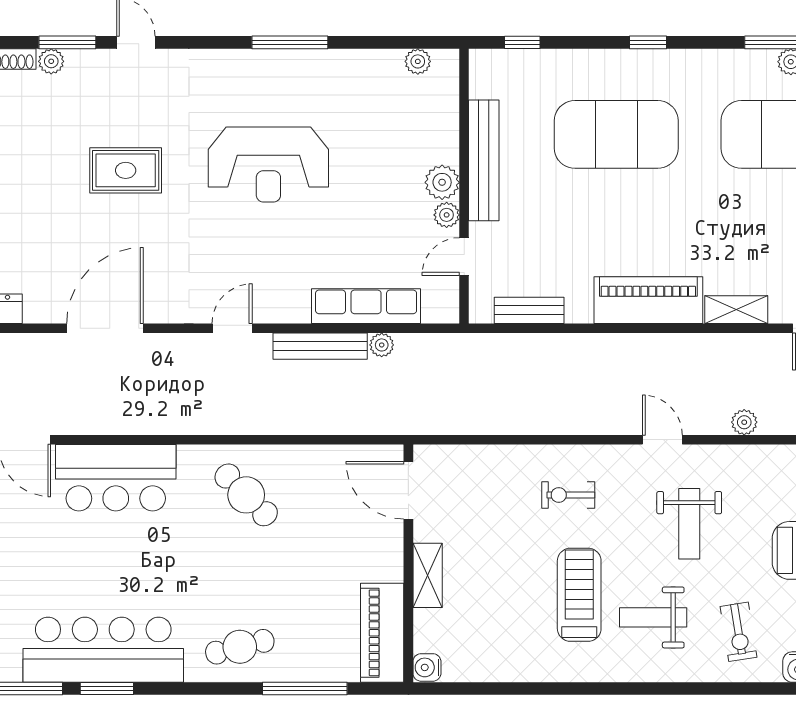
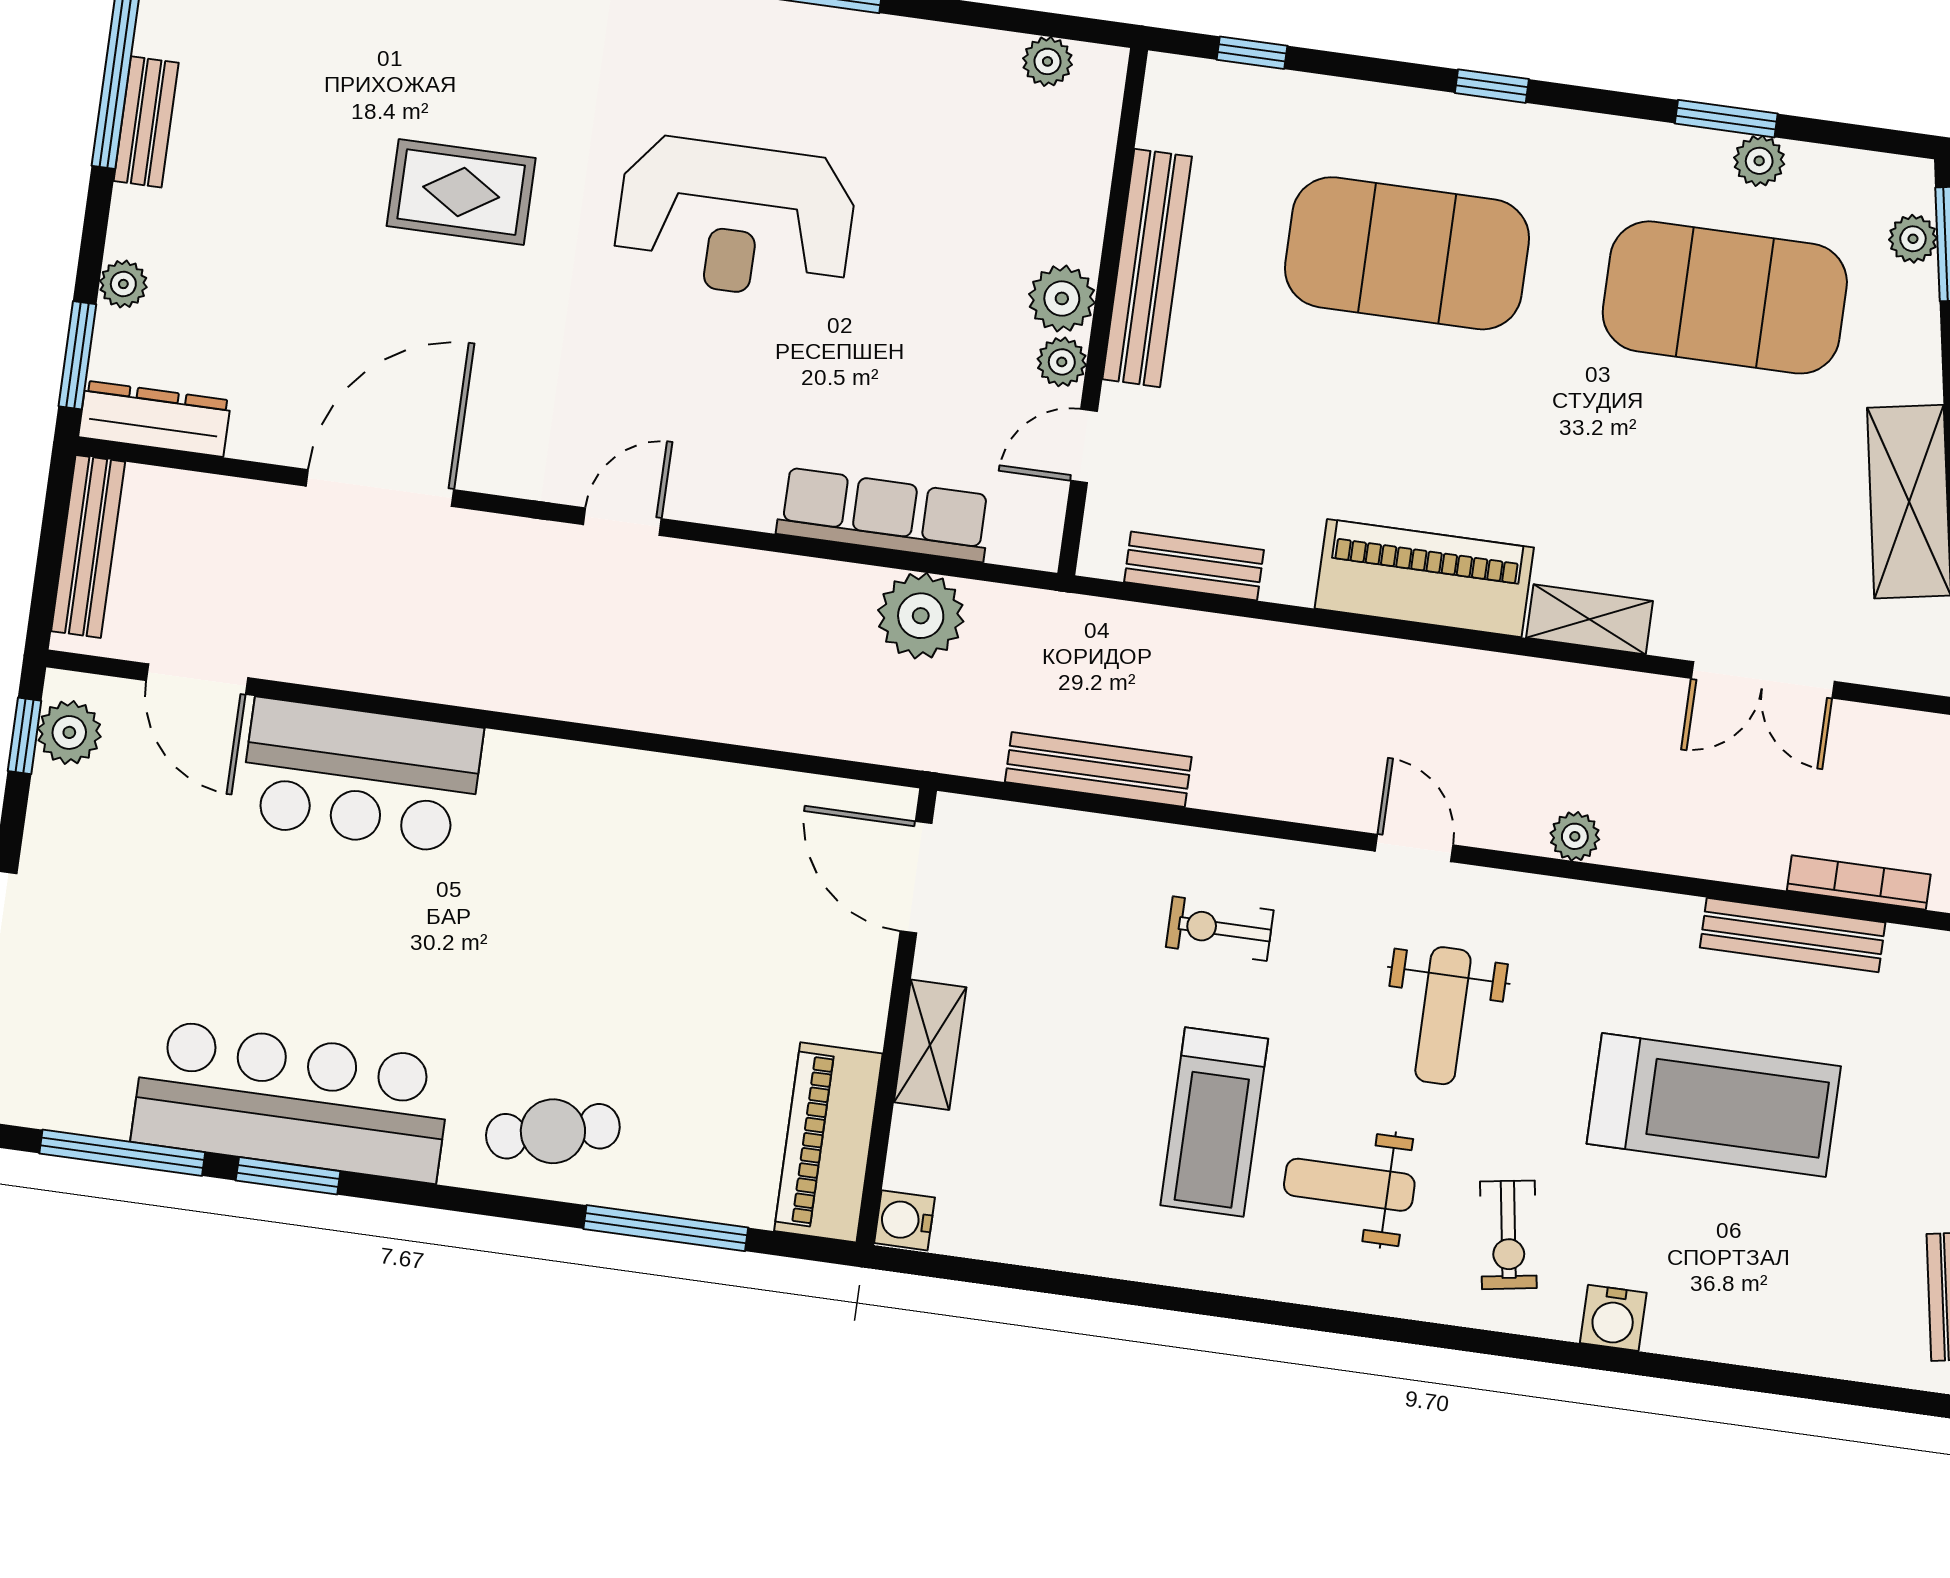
plant: (382, 345) -> (921, 616), width x1.88, depth x1.88
bench: (320, 346) -> (1098, 769), moved
cafe table: (246, 495) -> (605, 843), removed
treadmill: (579, 595) -> (1214, 1122), turned 180

